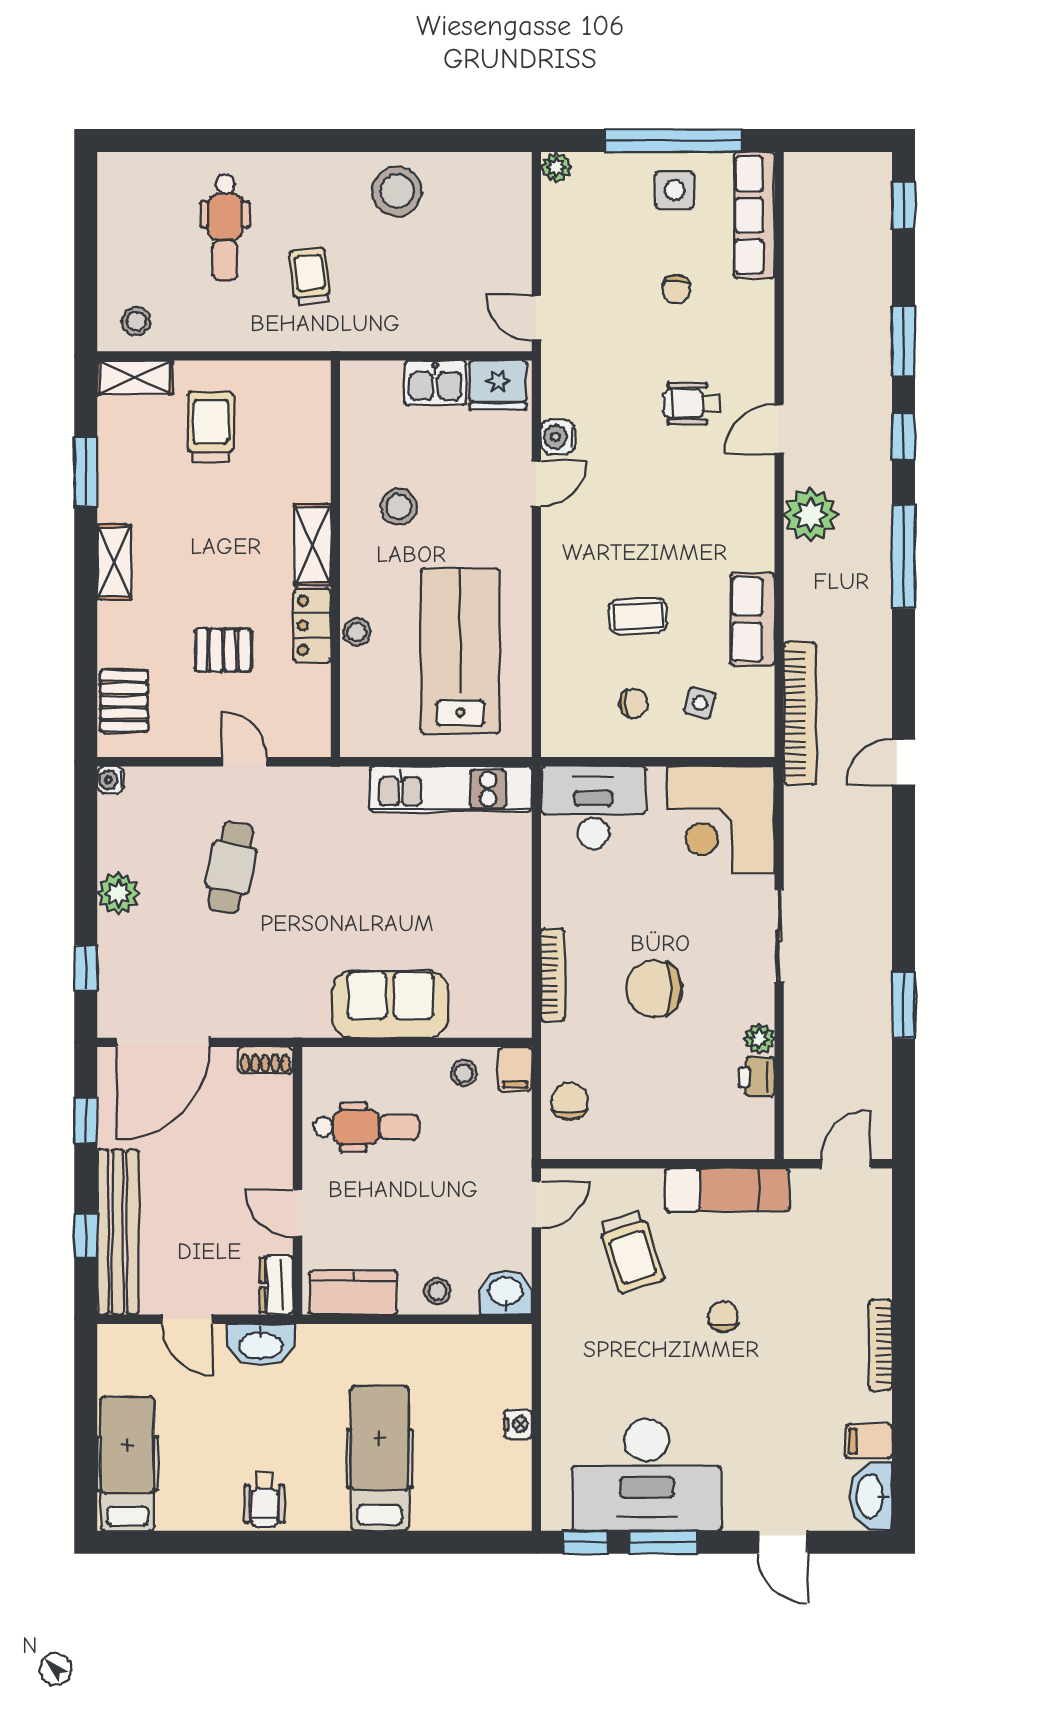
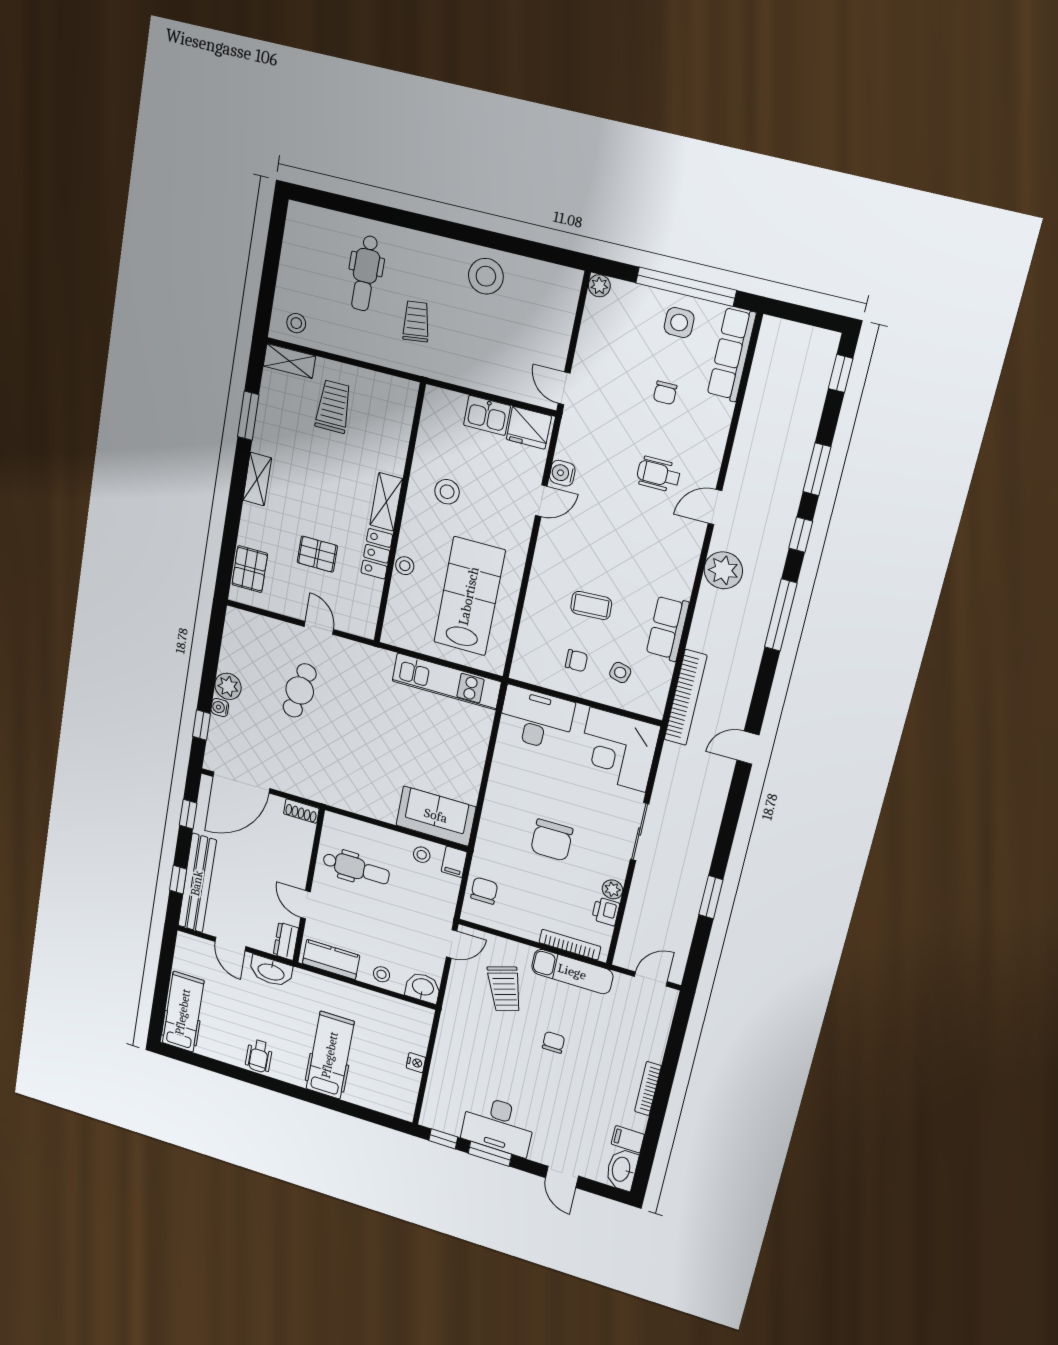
water cooler: (111, 780) -> (220, 707), moved
bookcase: (553, 975) -> (570, 945), moved, turned -90
chair: (654, 989) -> (552, 840), turned -90
sofa: (390, 1004) -> (436, 816), moved
desk: (647, 1475) -> (498, 1125), width x0.73, depth x0.77

